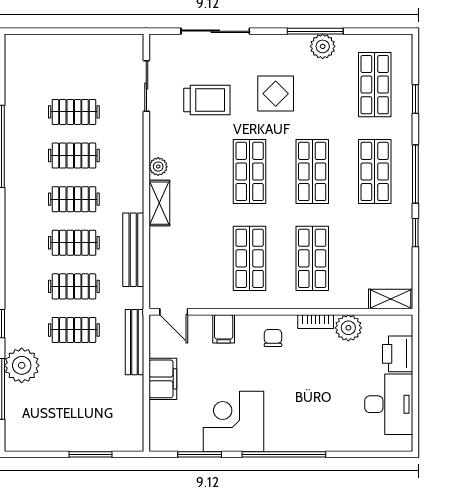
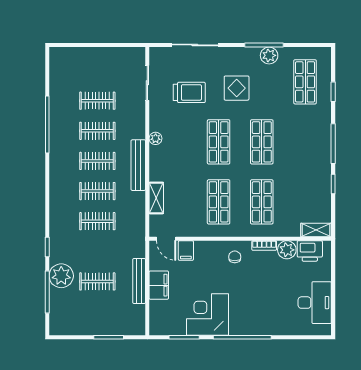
shop shelf: (375, 171) -> (305, 142), removed
shelving: (159, 203) -> (156, 198), moved
bench: (133, 250) -> (138, 165), moved
filing cabinet: (224, 329) -> (186, 251), moved
clothes rail: (74, 330) -> (97, 281), moved
bench: (134, 342) -> (139, 281), moved
printer: (398, 354) -> (310, 251), moved, turned -90

